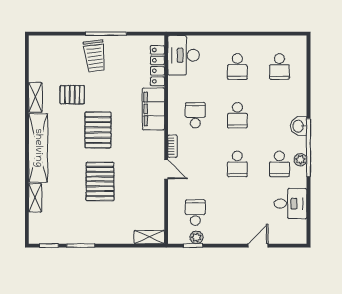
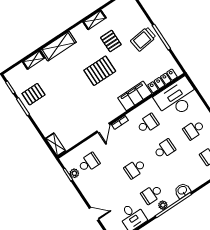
desk: (184, 55) -> (177, 98), width x1.36, depth x1.30
school desk: (237, 115) -> (165, 149), turned 180
shelving: (38, 148) -> (58, 46), width x0.68
pallet: (100, 181) -> (33, 94), moved, width x0.67, depth x0.71

